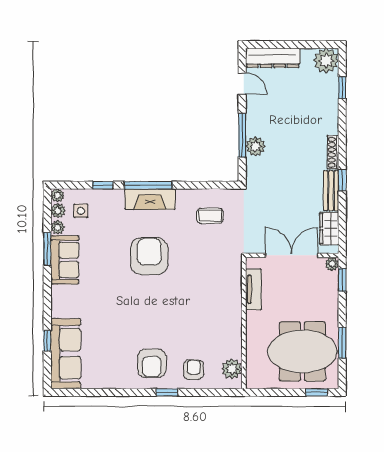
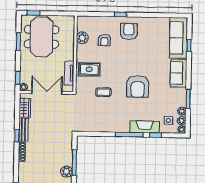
plant: (255, 146) -> (66, 172), moved
fireplace: (150, 199) -> (145, 127), moved
coffee table: (210, 216) -> (104, 92), moved
double door: (292, 255) -> (47, 92), swing flipped
armchair: (149, 256) -> (138, 87), moved
sofa: (65, 260) -> (179, 73), moved
rug: (219, 297) -> (89, 69), added
meeting table: (302, 351) -> (42, 37), turned 90
plant: (232, 369) -> (82, 38), moved
armchair: (194, 370) -> (104, 40), moved

